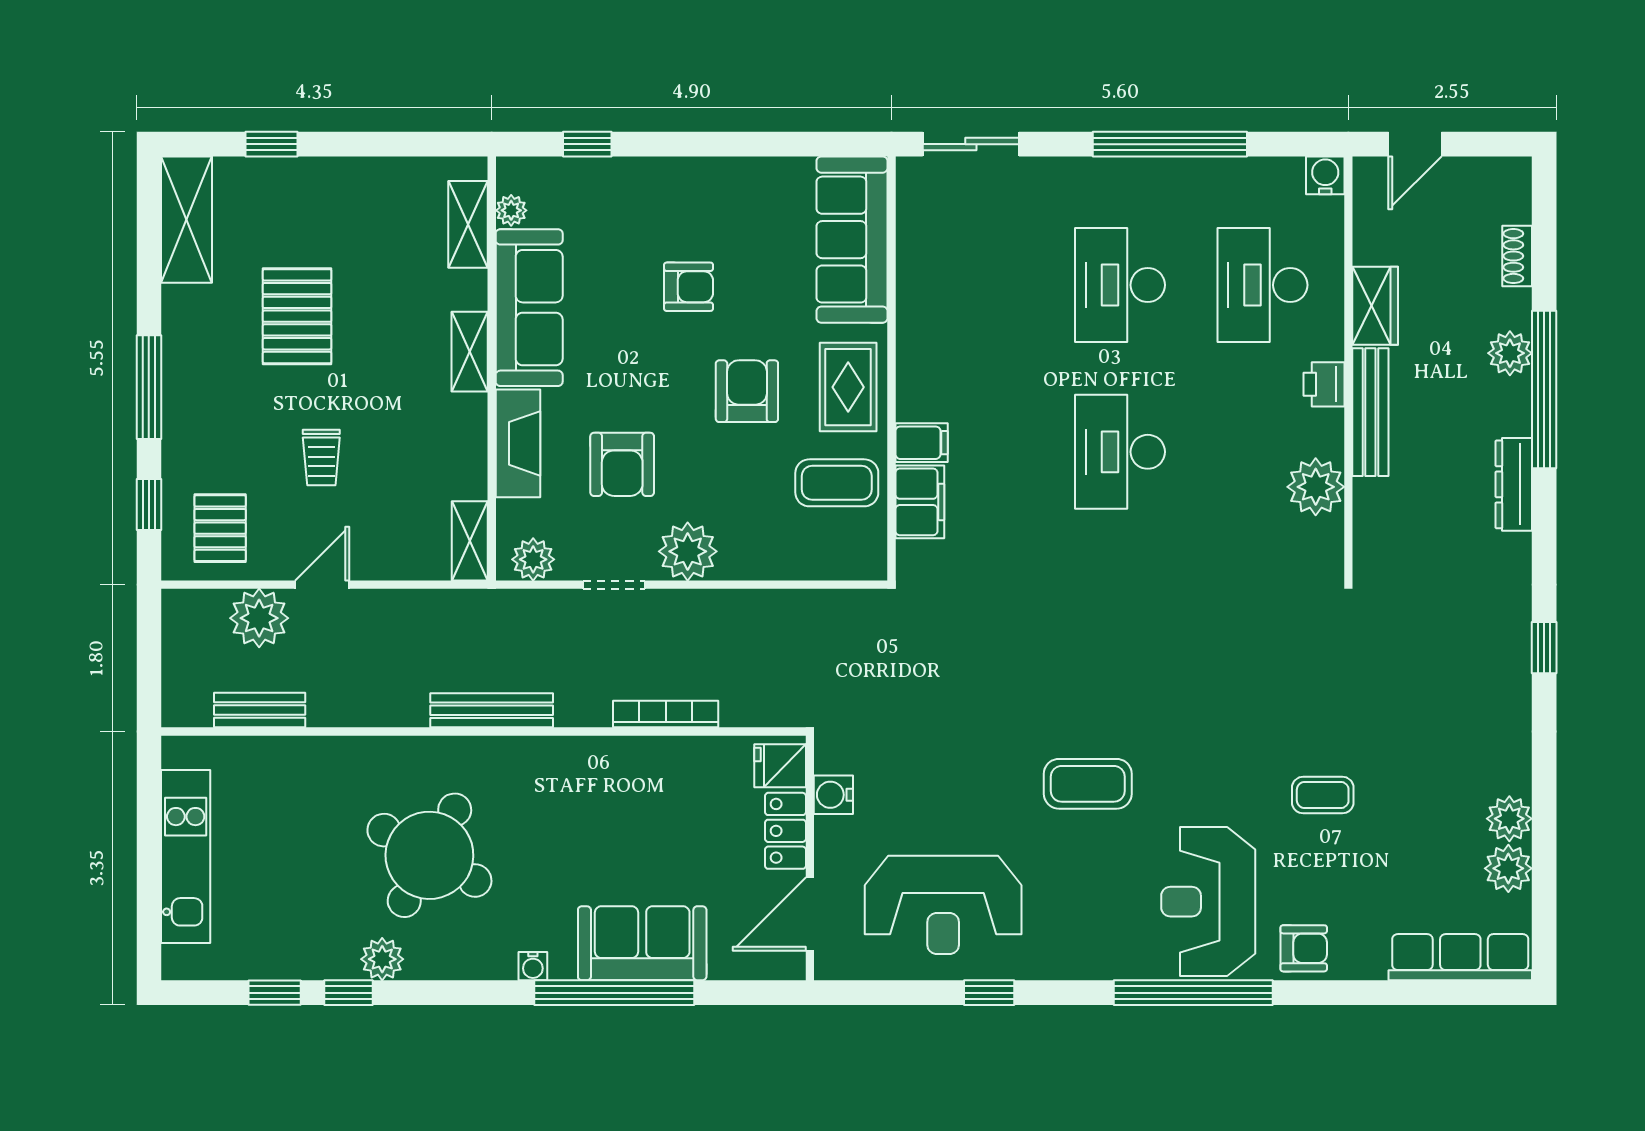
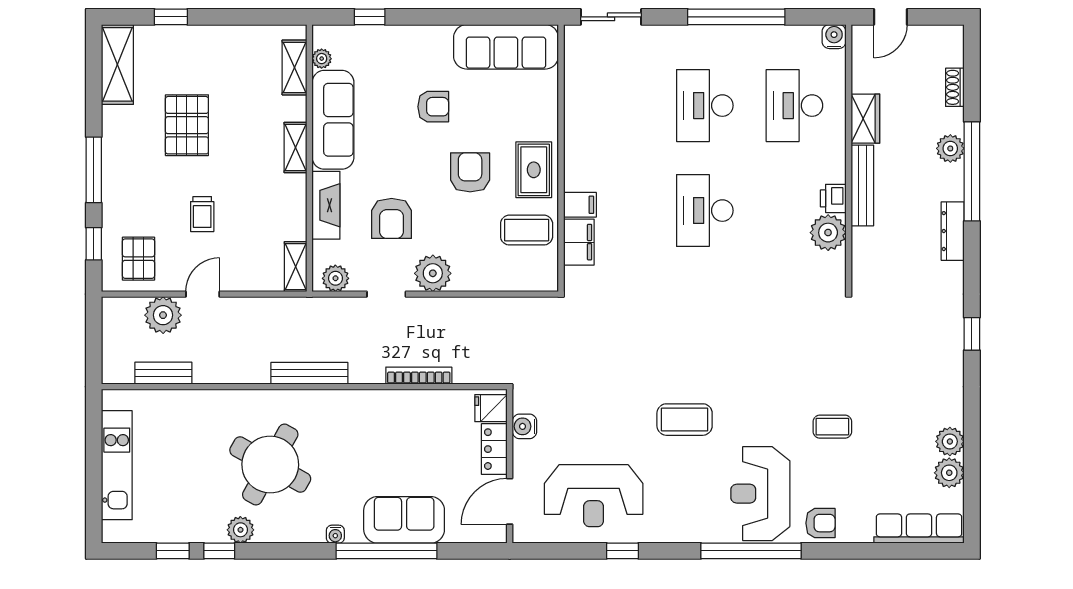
sofa: (852, 240) -> (506, 47), moved, turned -90
printer: (1324, 384) -> (833, 198), moved

